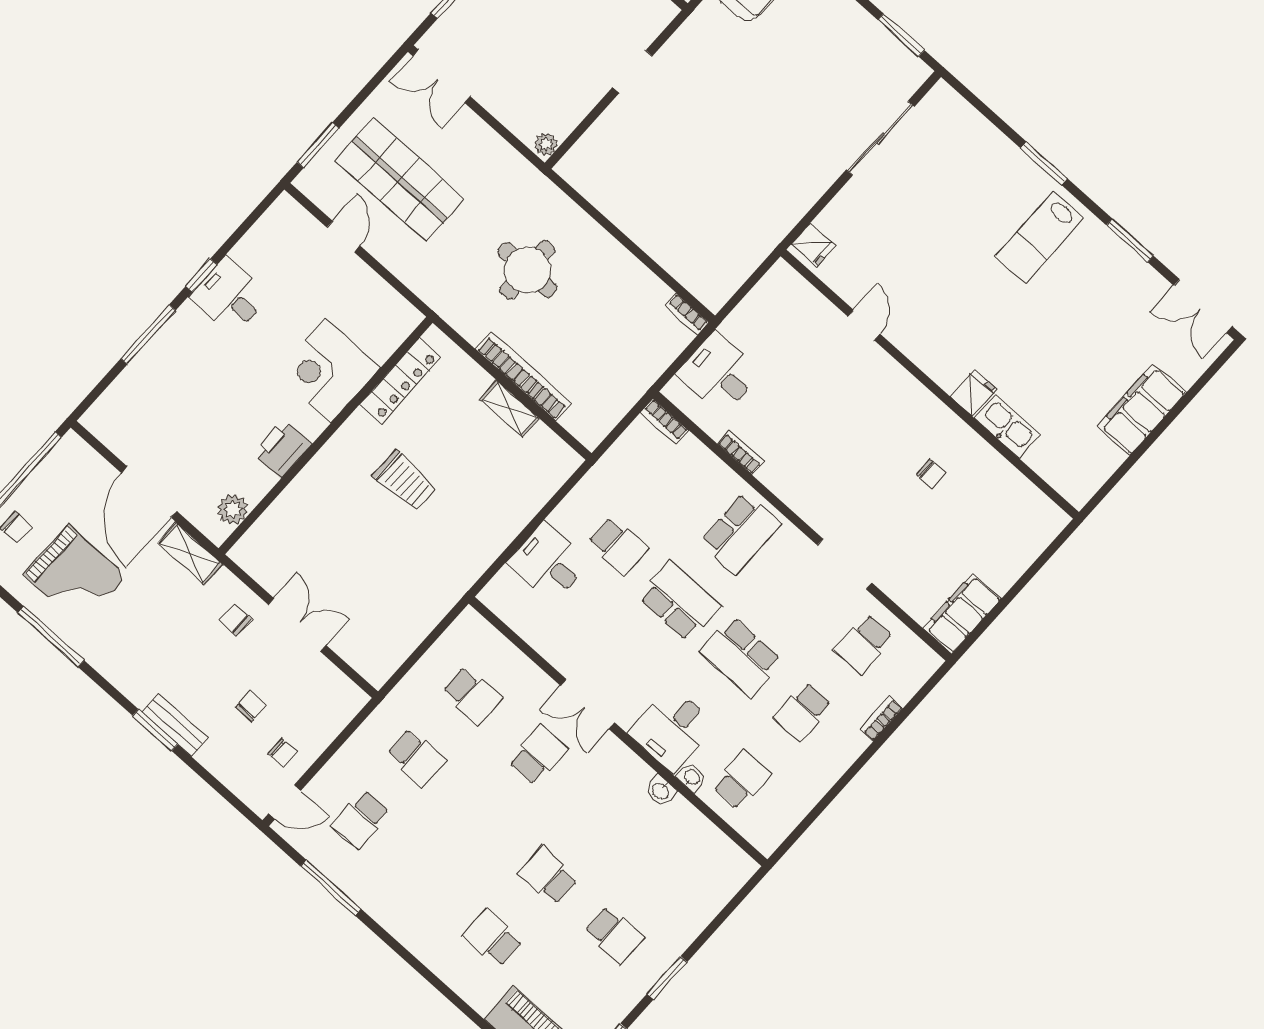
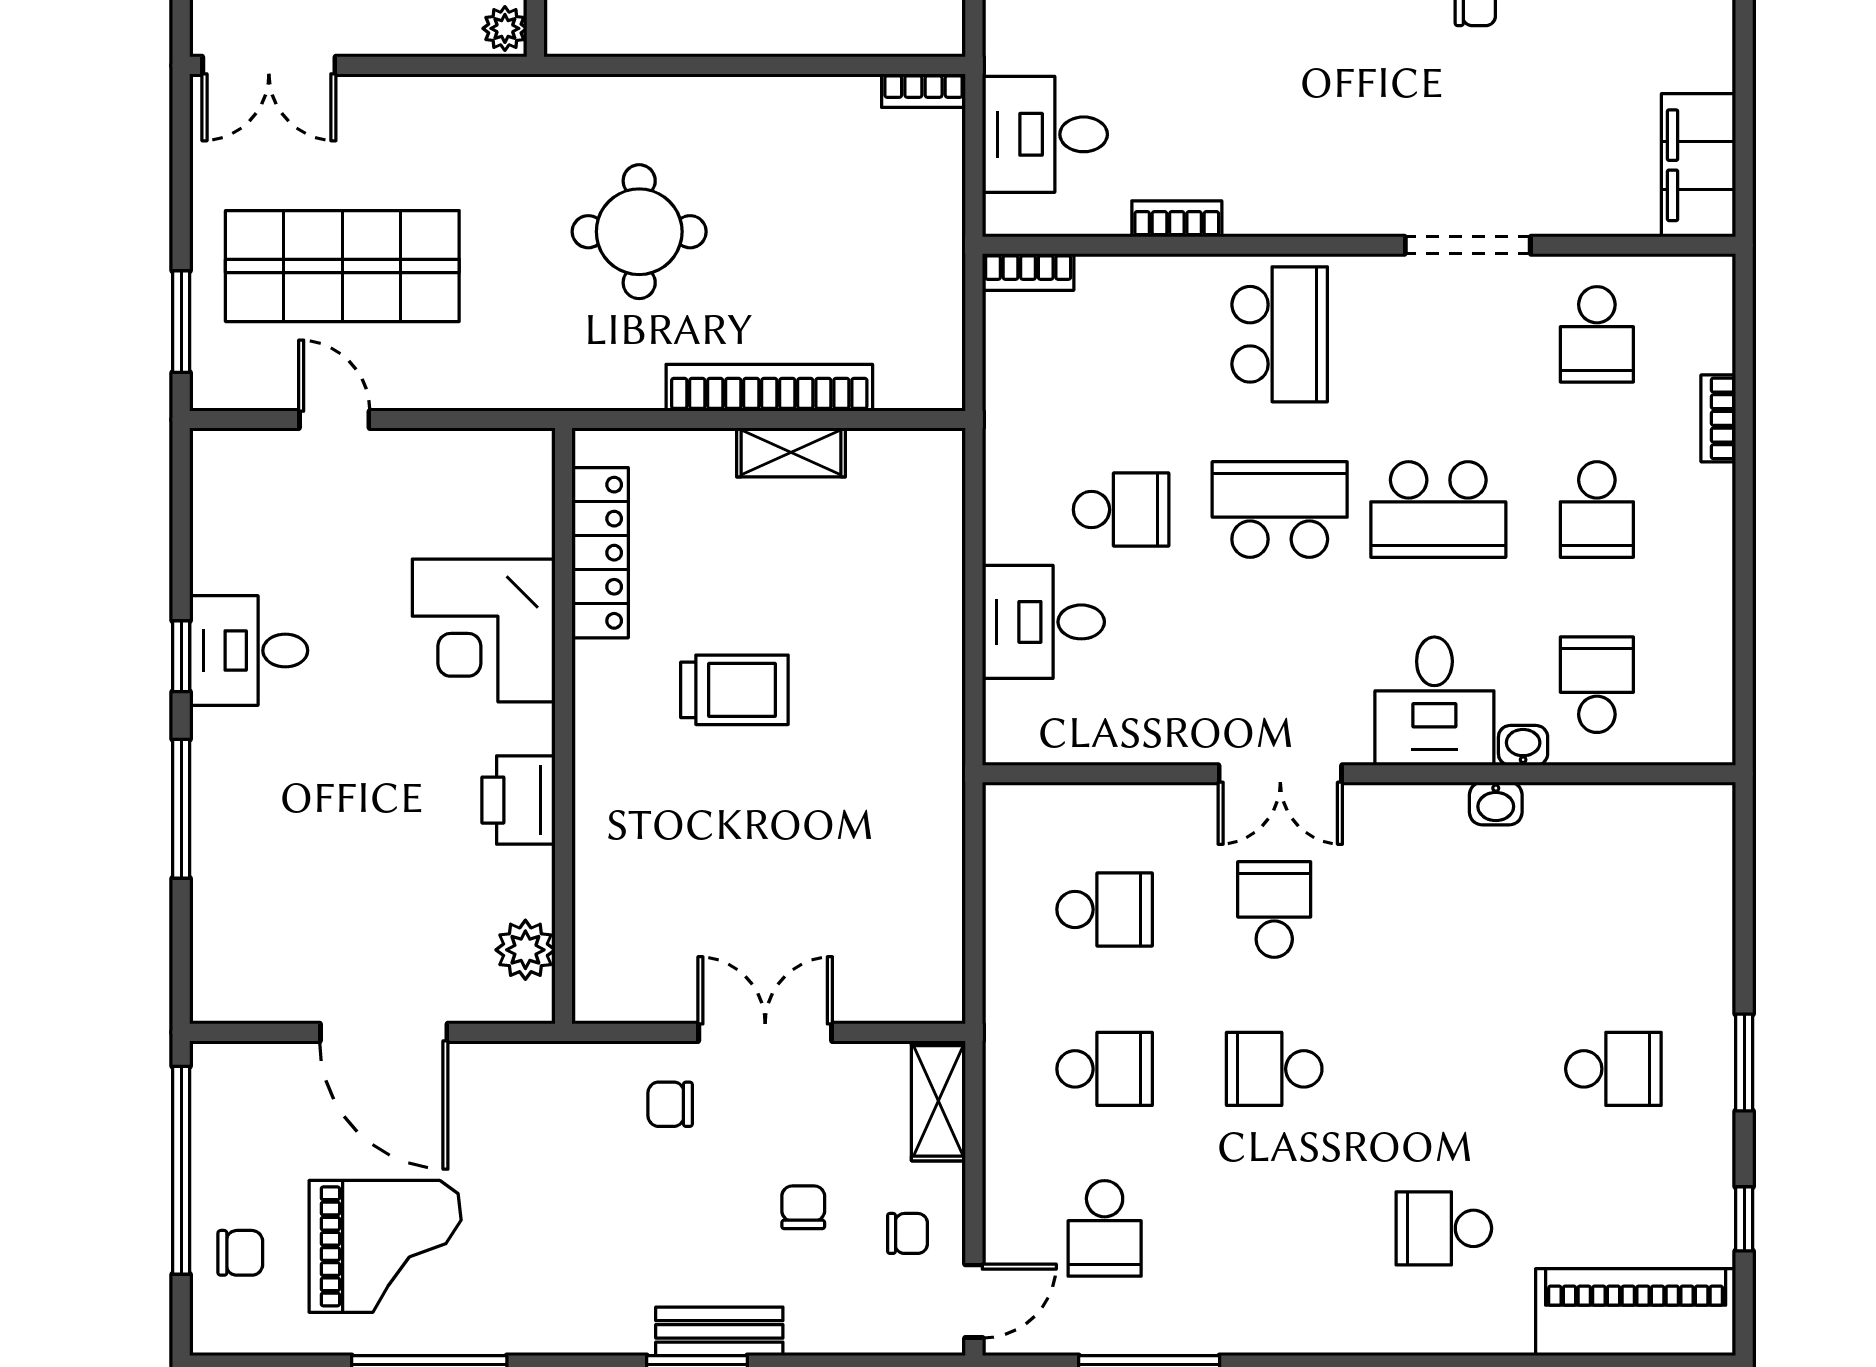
shelving: (190, 554) -> (938, 1101), moved, turned 90
school desk: (548, 876) -> (1274, 1069), moved

